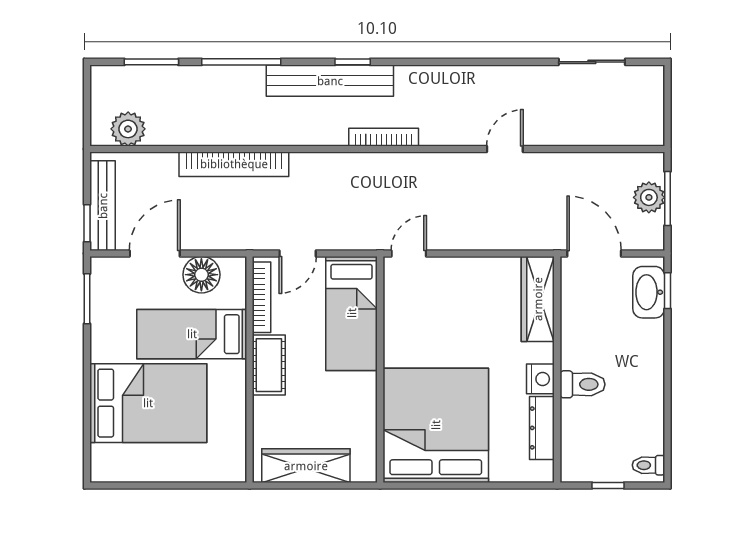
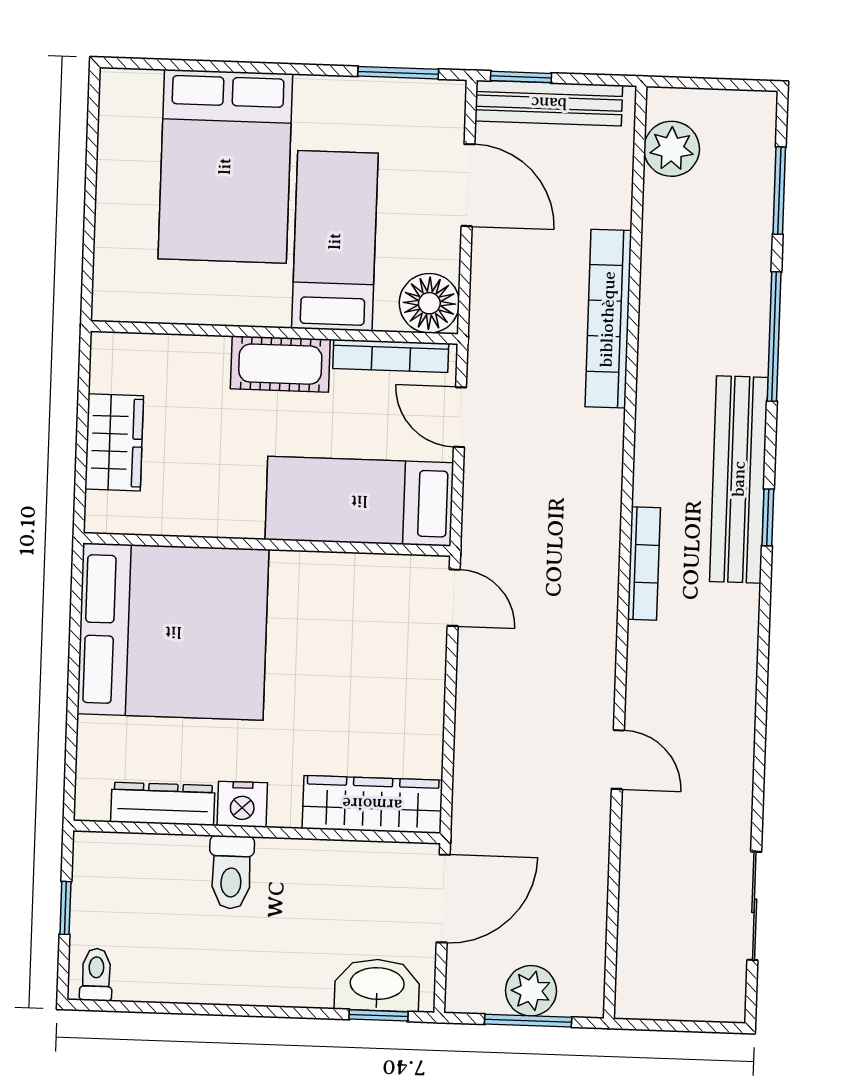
floor lamp: (201, 275) -> (429, 303), moved
wardrobe: (306, 466) -> (114, 442), width x0.67

